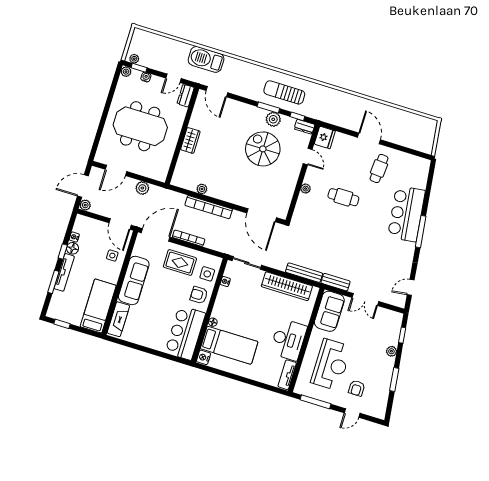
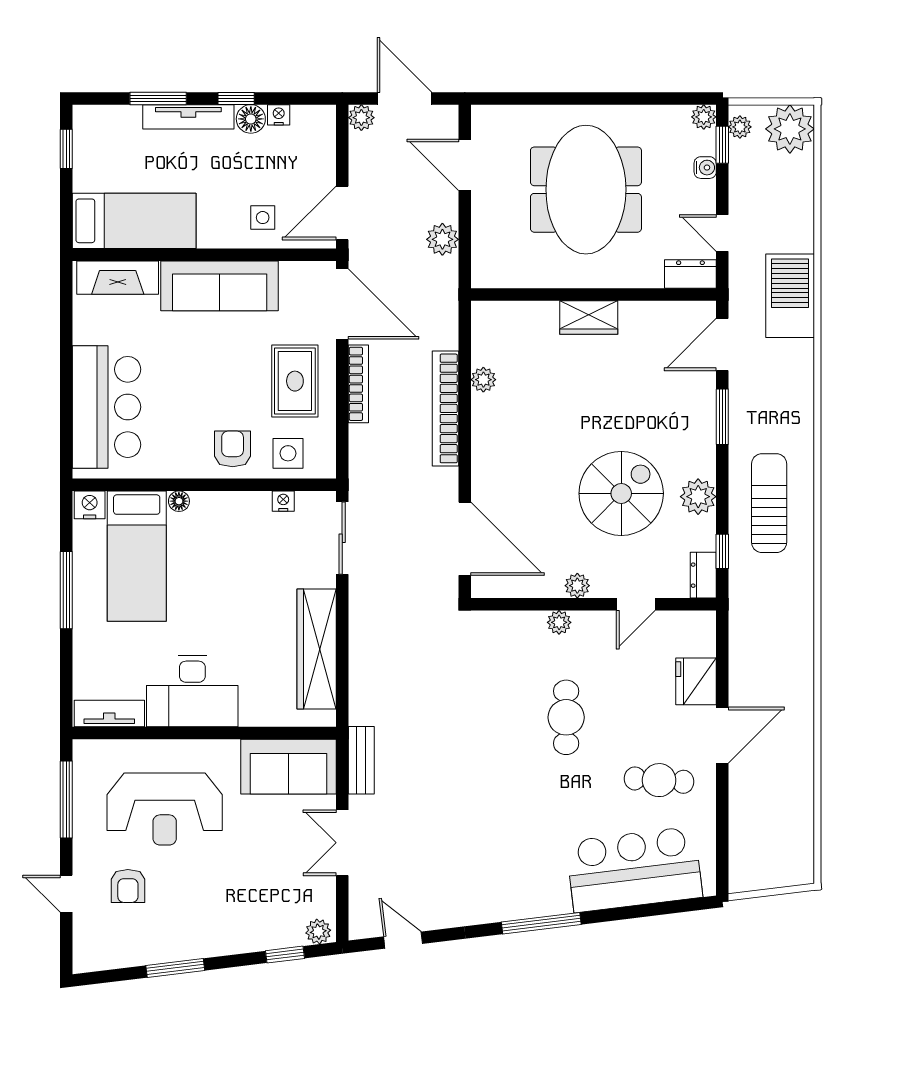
plant: (141, 39) -> (790, 129), added
window: (268, 107) -> (722, 417), moved
fridge: (325, 137) -> (696, 681), moved, turned 90
plant: (293, 177) -> (577, 586), added
bar counter: (406, 214) -> (634, 869), moved
door: (262, 215) -> (465, 539), swing flipped
bench: (304, 273) -> (361, 679), removed
bar counter: (185, 333) -> (106, 407), moved, turned 90
plant: (391, 351) -> (318, 932), moved
window: (234, 377) -> (66, 590), added
armchair: (357, 388) -> (128, 886), turned -90

